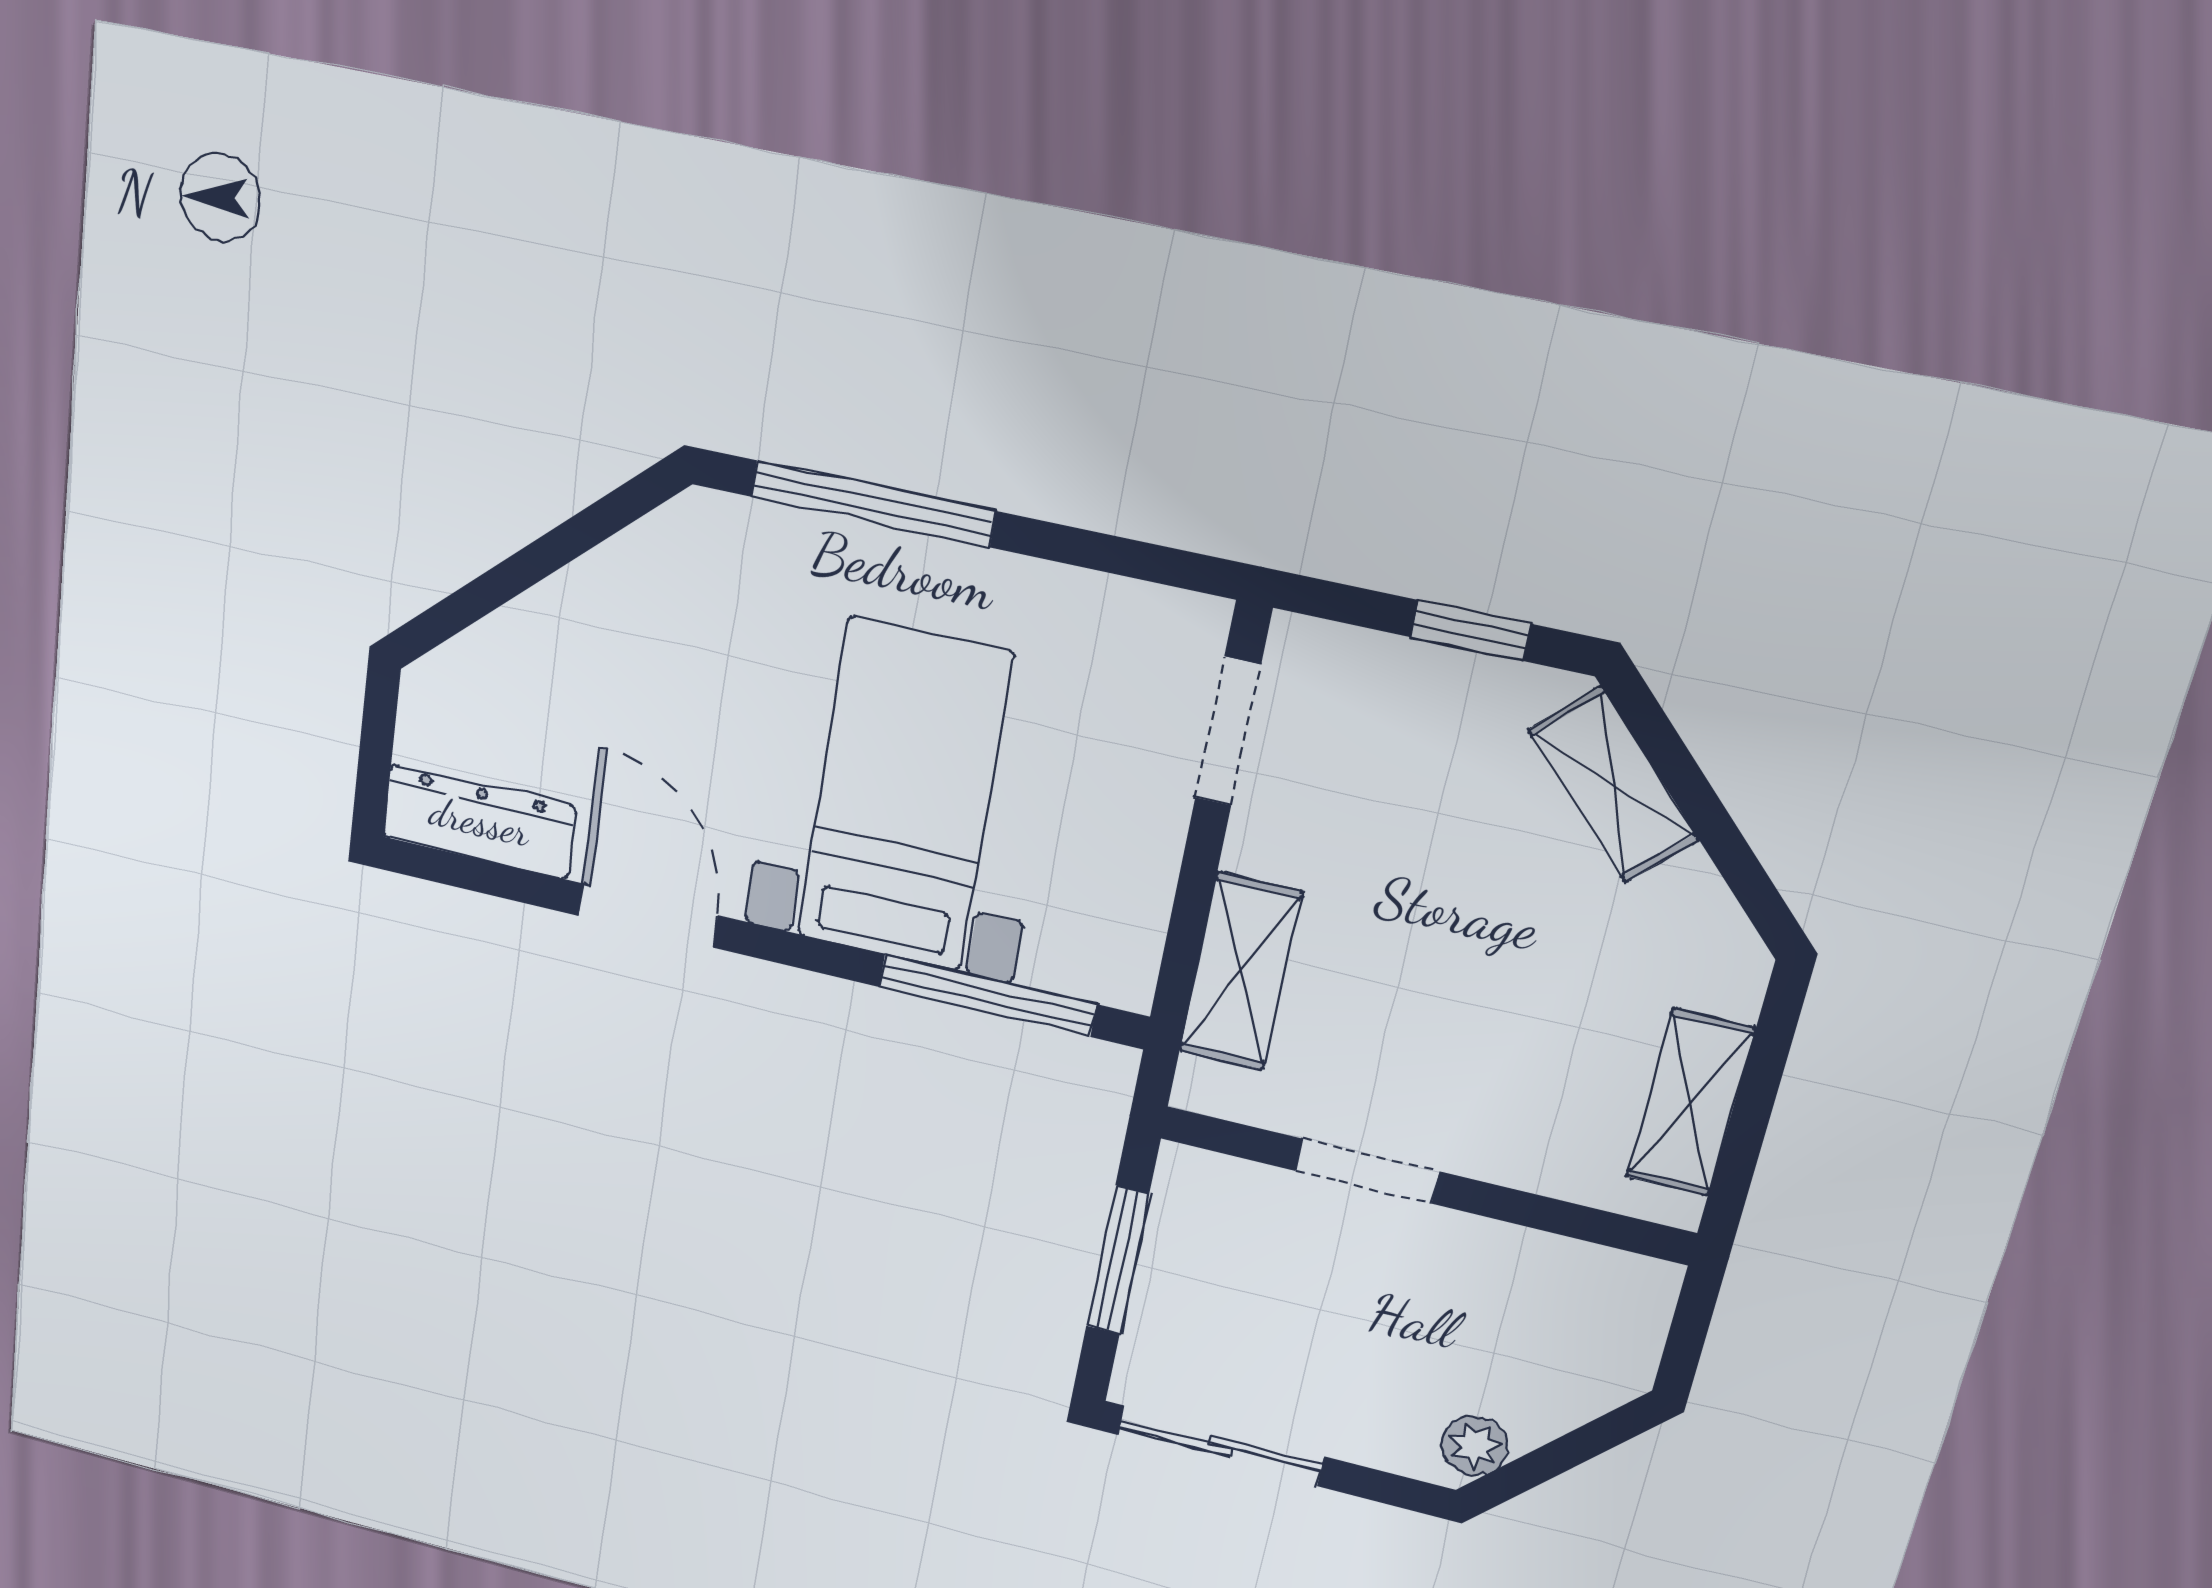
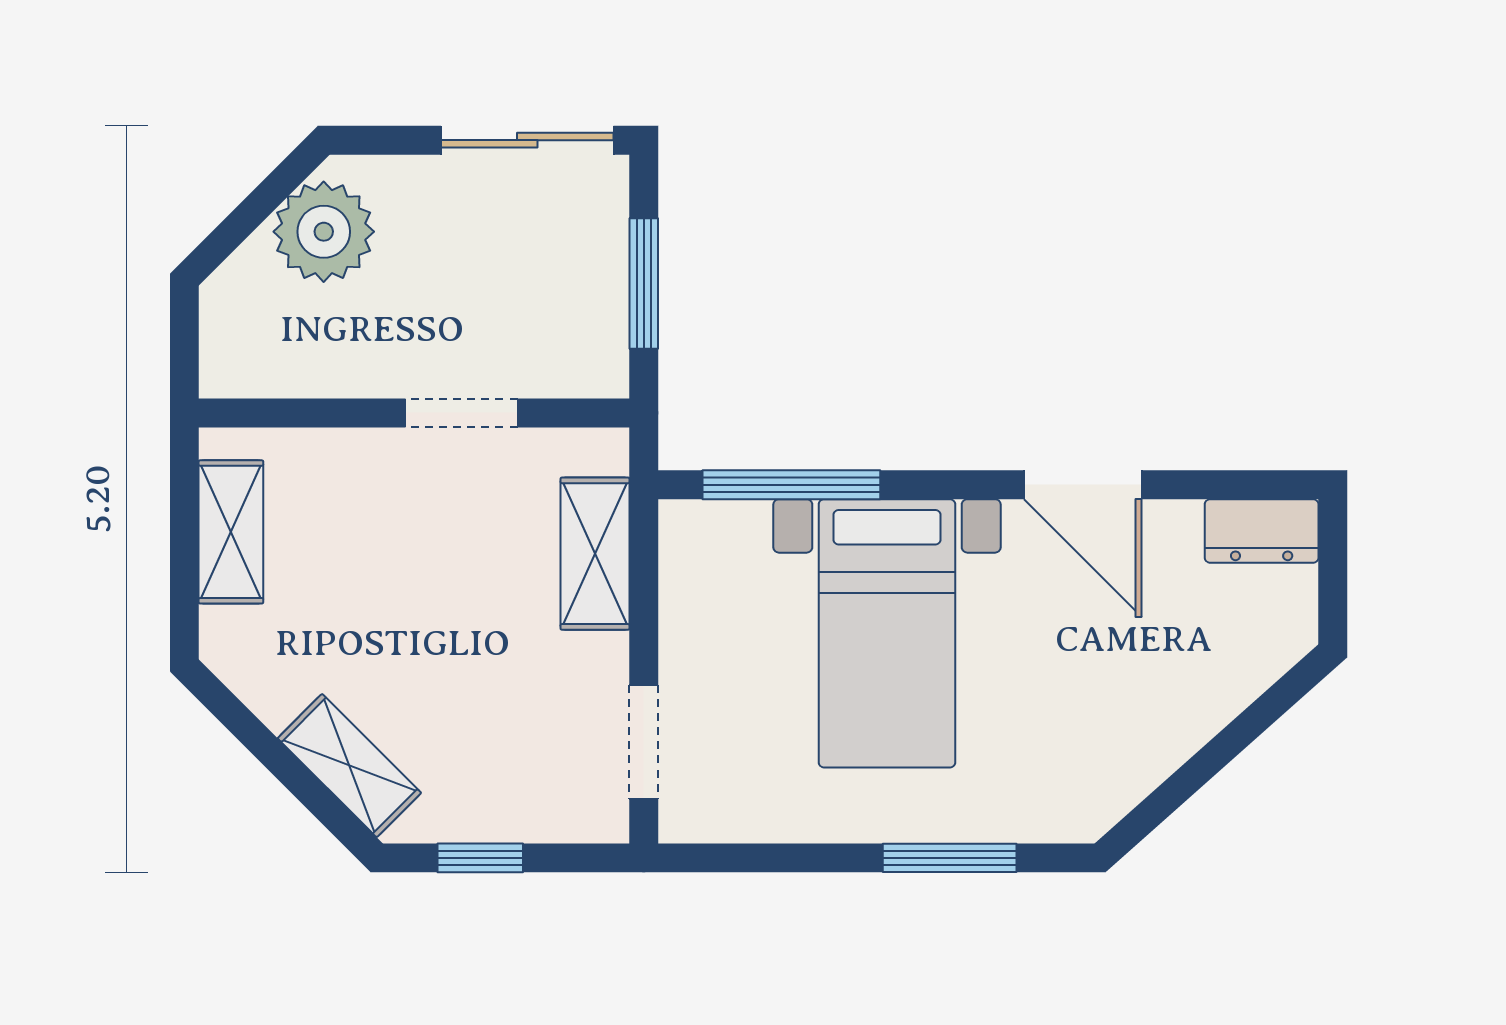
window: (873, 504) -> (950, 858), width x0.69
dresser: (479, 822) -> (1262, 531), width x0.70
plant: (1475, 1446) -> (324, 232), width x1.88, depth x1.88

